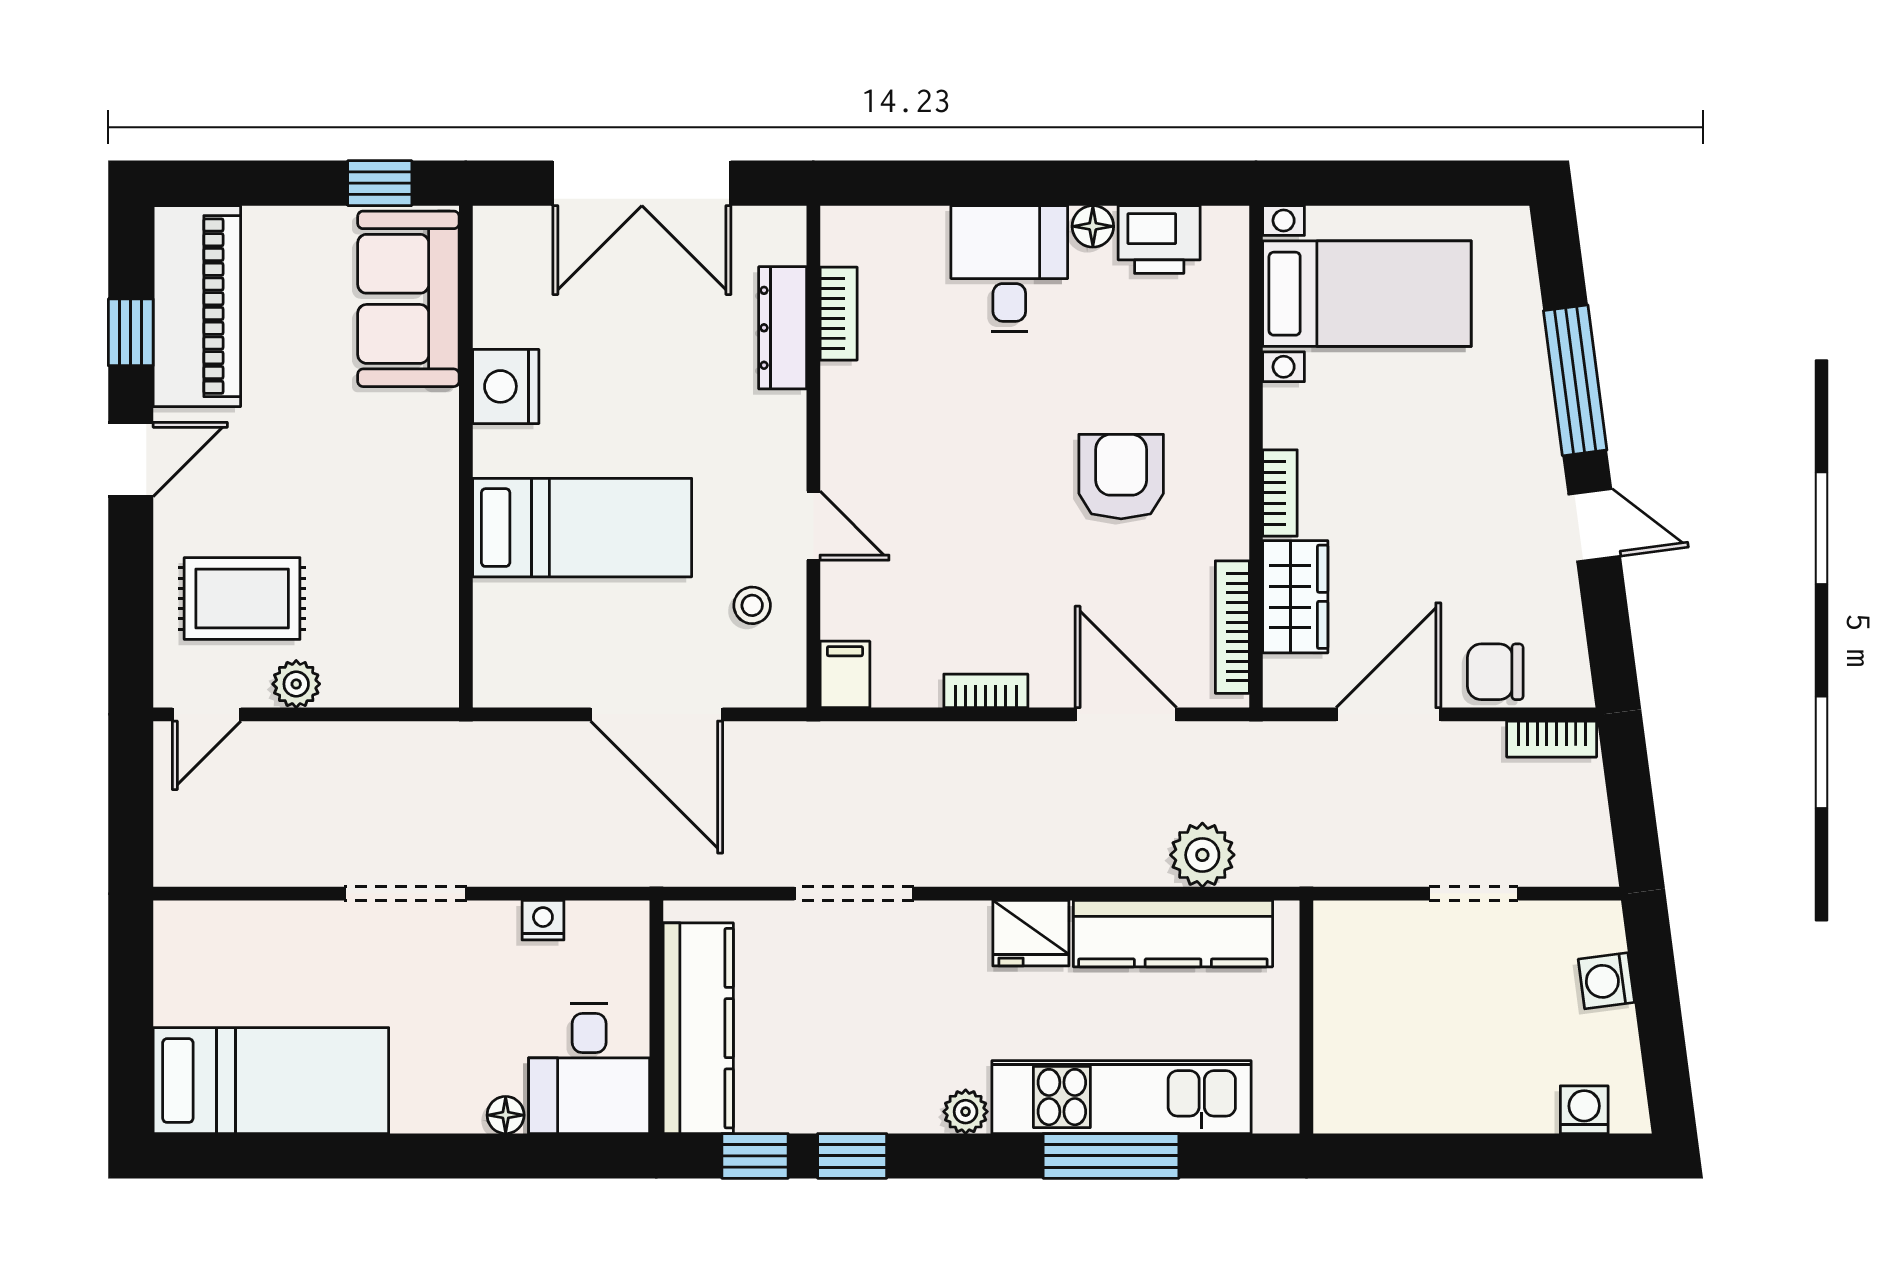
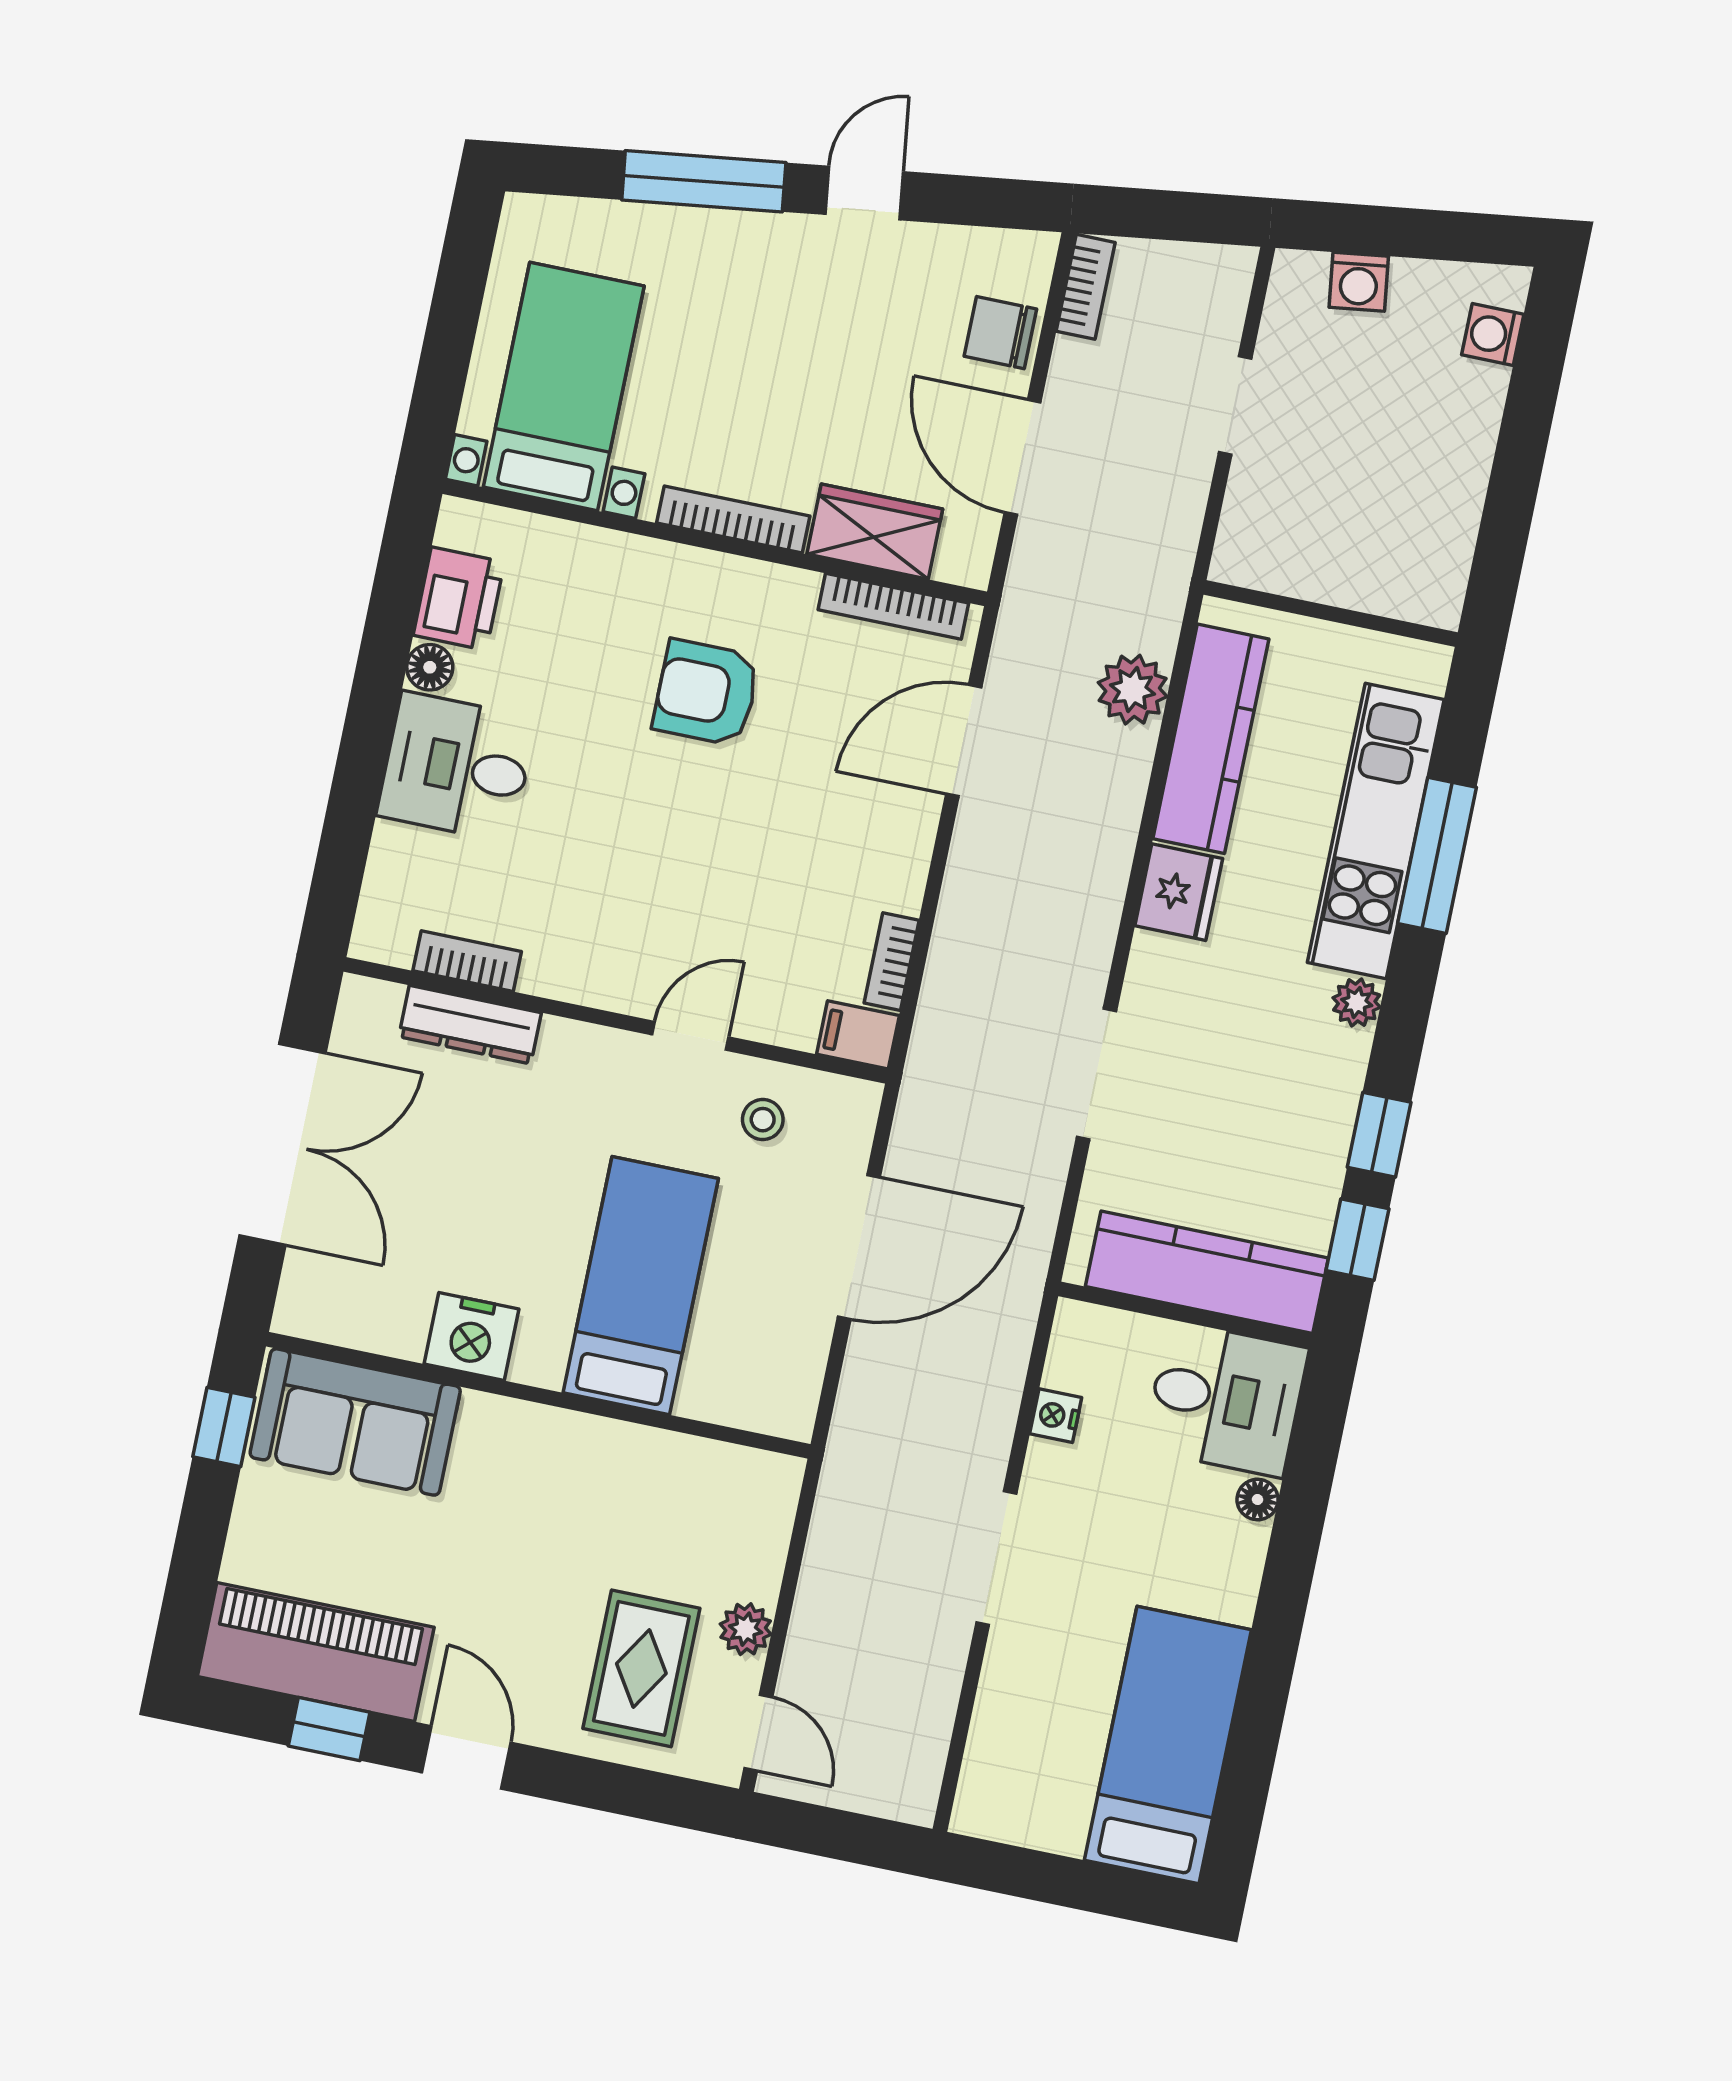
bookcase: (1280, 493) -> (733, 519), width x1.56
chair: (1495, 672) -> (1000, 333), turned 90
bookcase: (986, 691) -> (892, 962), moved

